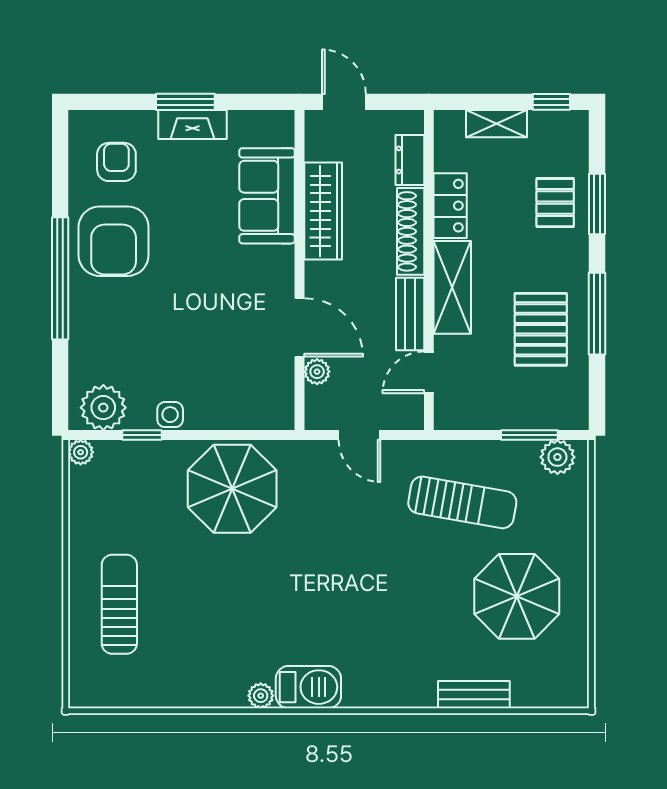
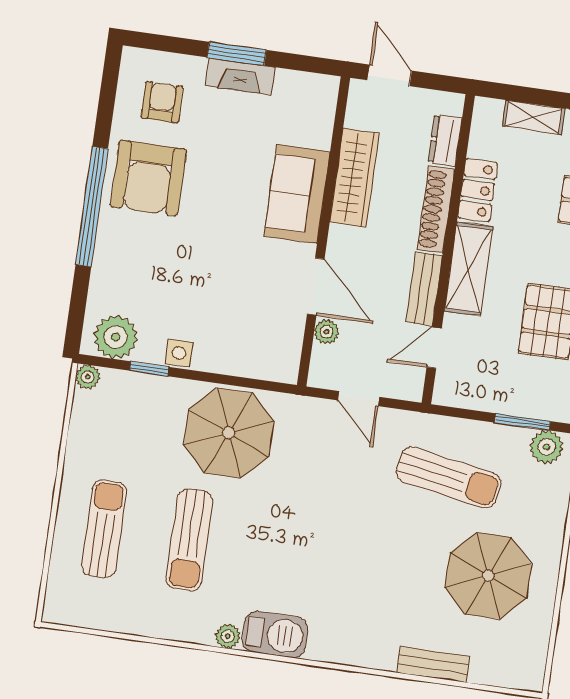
sofa: (267, 196) -> (297, 194), moved
sun lounger: (208, 603) -> (189, 540), added

